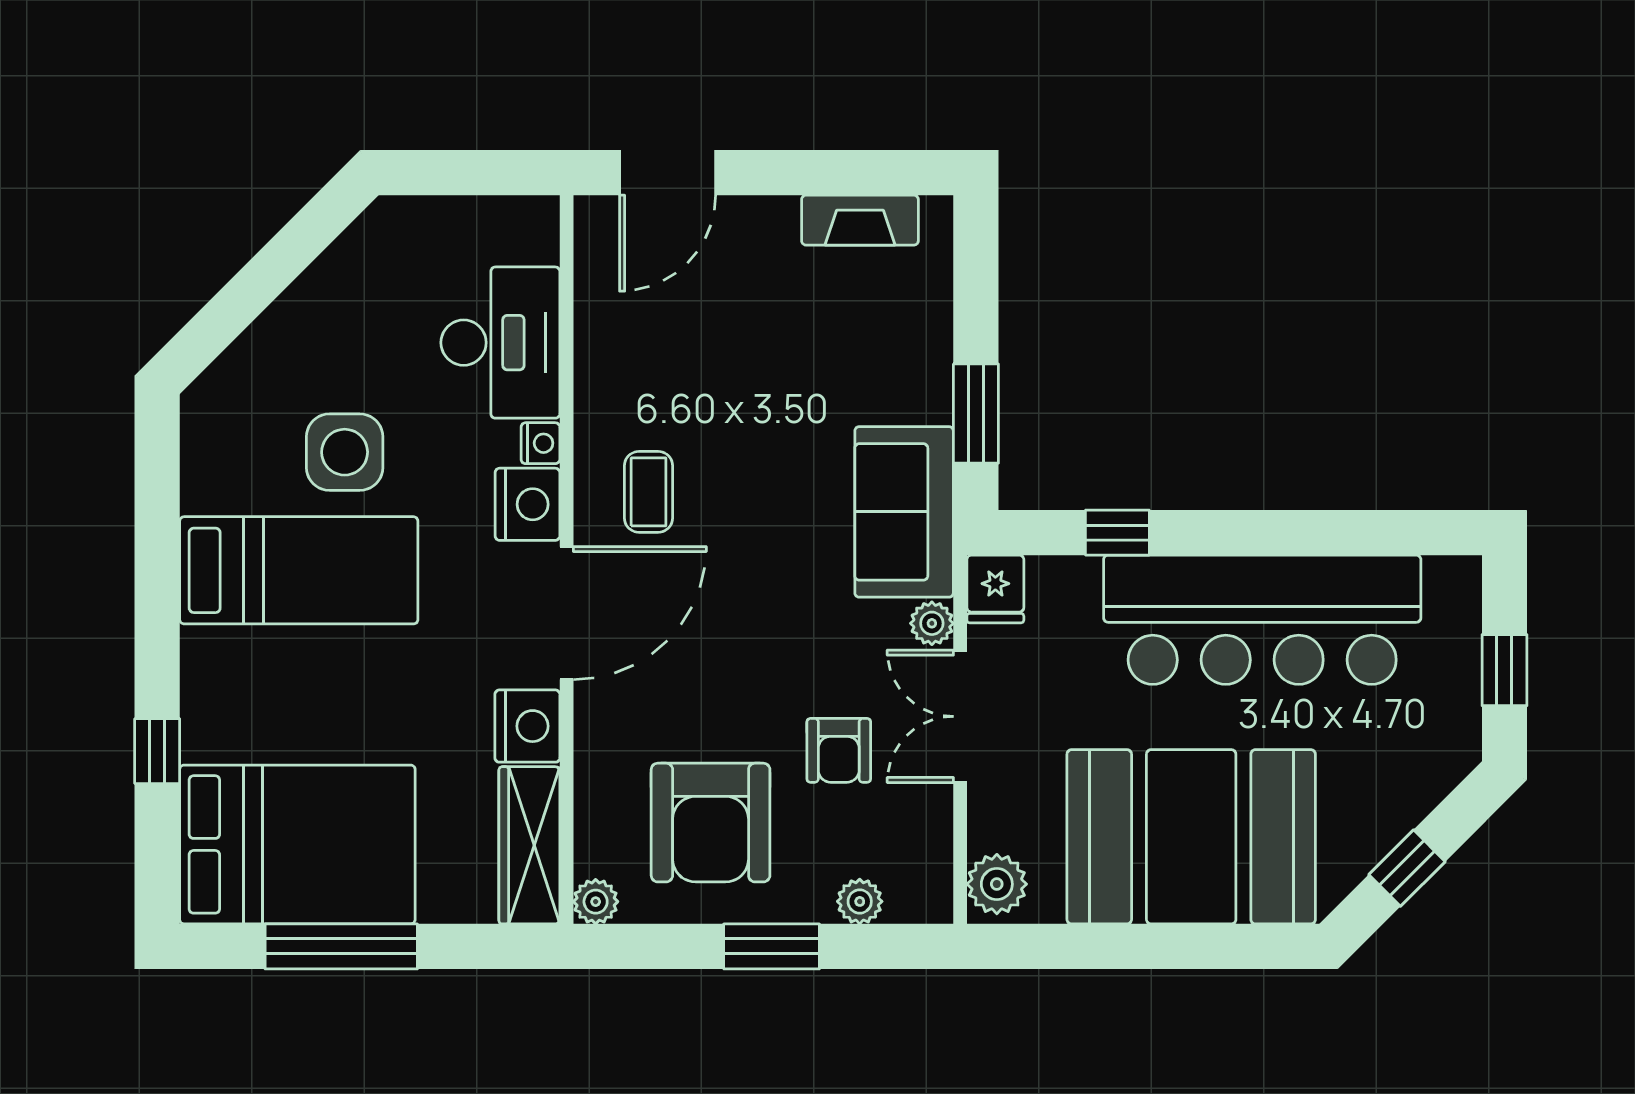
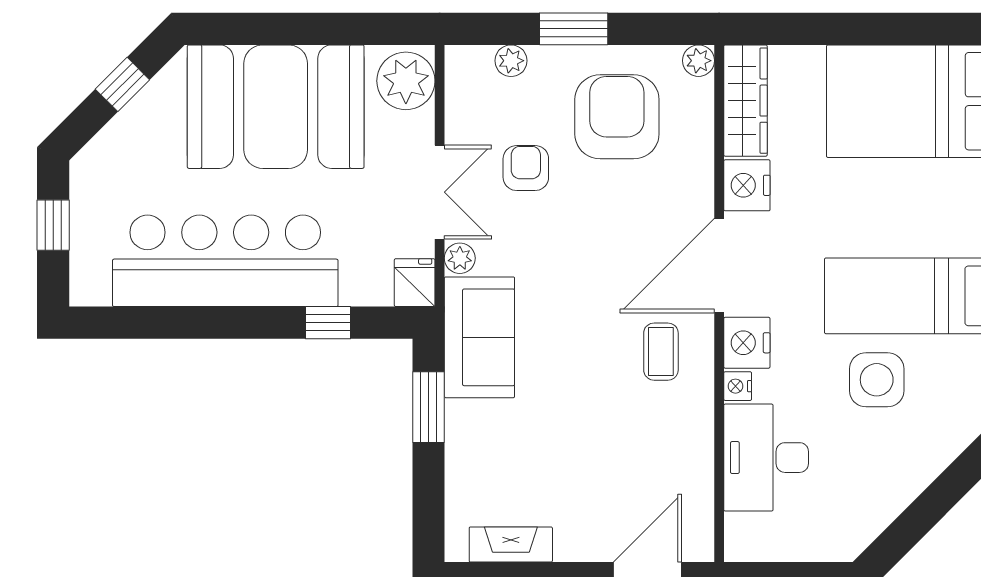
plant: (997, 884) -> (406, 81), width x1.36, depth x1.36
window: (341, 946) -> (879, 29), removed

